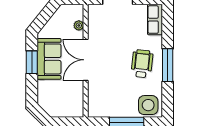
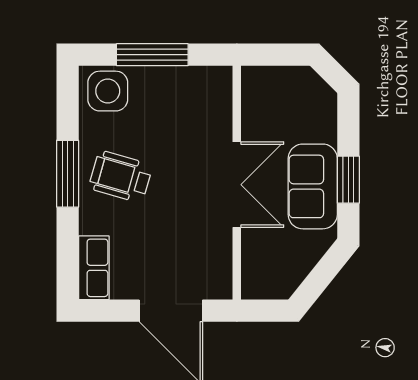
plant: (79, 25) -> (251, 256), removed
wheelchair: (142, 64) -> (121, 177), turned 100

